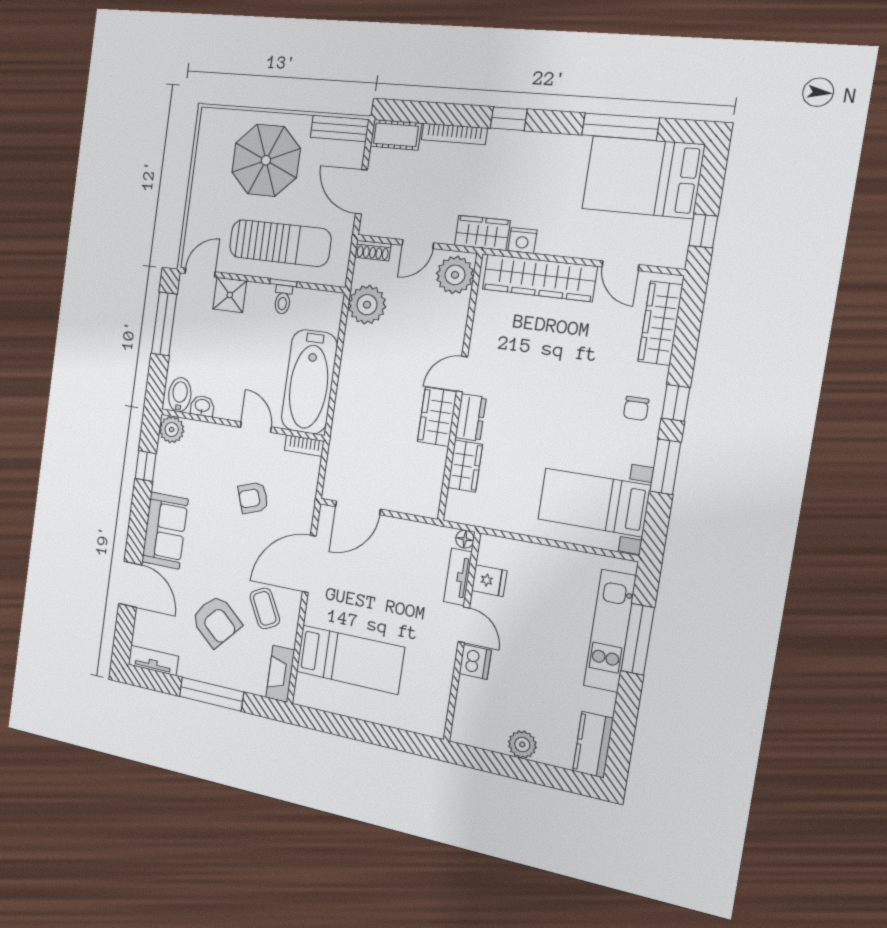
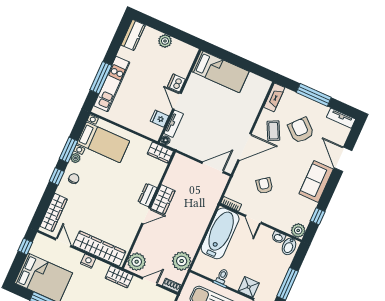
nightstand: (522, 240) -> (88, 261), moved
plant: (645, 453) -> (75, 158), added
wardrobe: (465, 466) -> (160, 153), moved, turned -90
armchair: (253, 498) -> (264, 186), turned -109
bed: (350, 659) -> (220, 71), moved, turned 180

